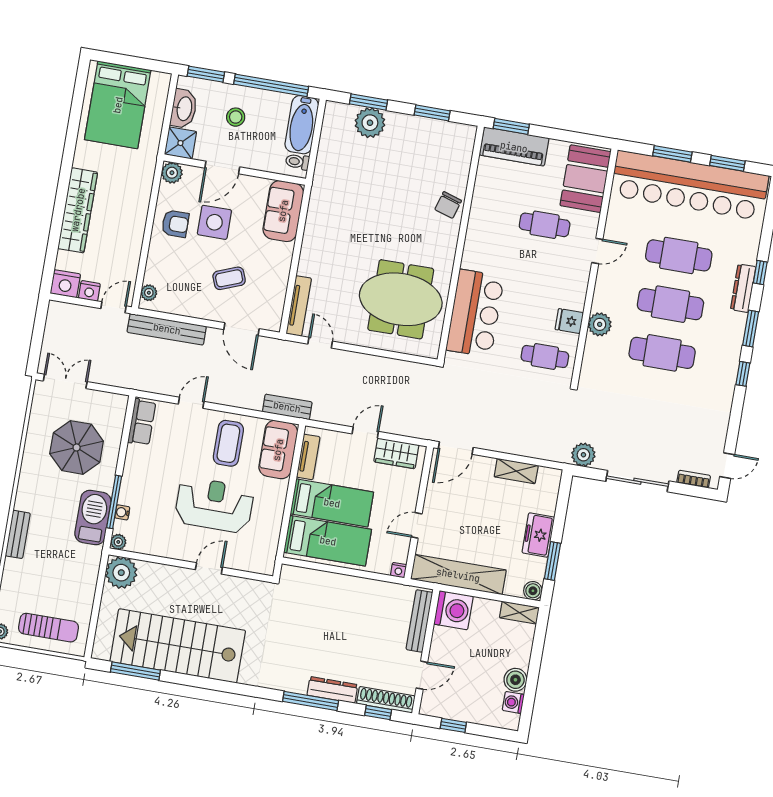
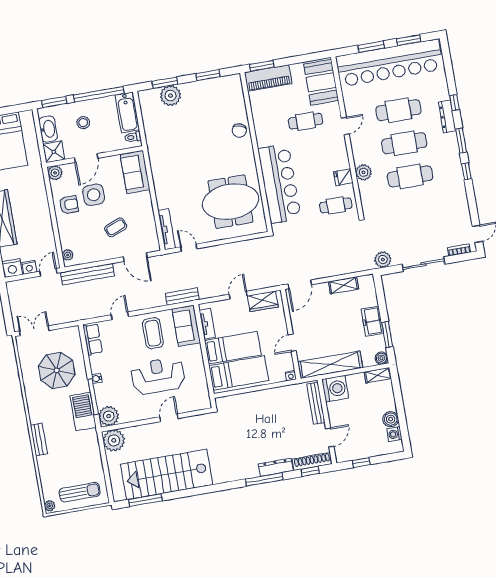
bar counter: (475, 313) -> (279, 184), width x1.36
water cooler: (122, 512) -> (97, 379), moved
plant: (118, 542) -> (109, 416), width x1.88, depth x1.88

